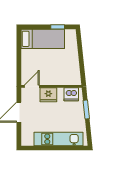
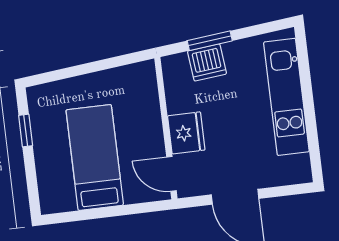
bed: (43, 39) -> (95, 157), moved
dishwasher: (71, 94) -> (207, 62), moved, turned 84

